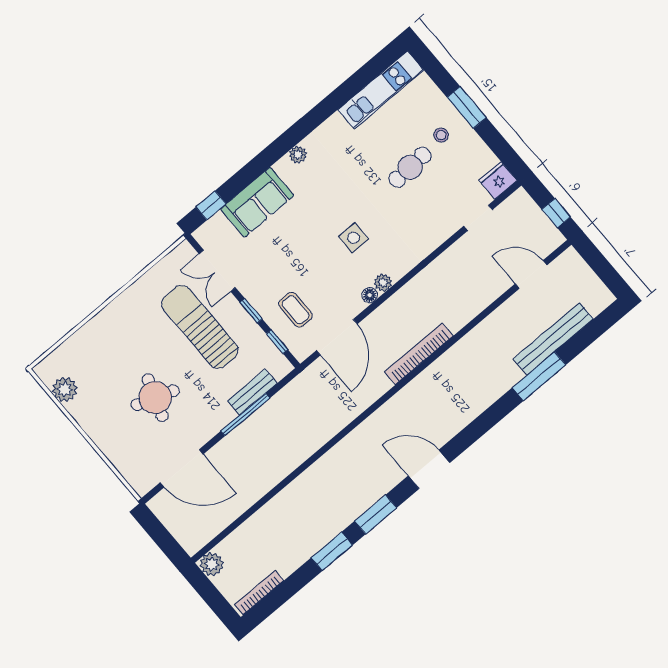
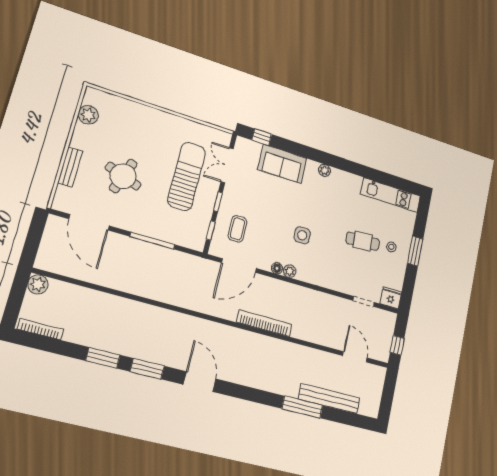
bench: (252, 392) -> (70, 167), moved, turned 90

